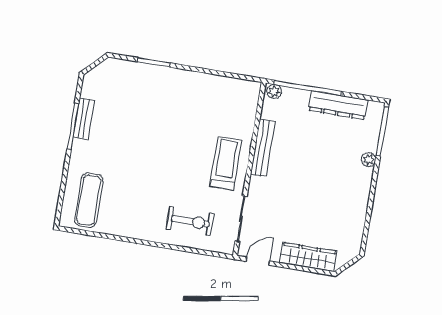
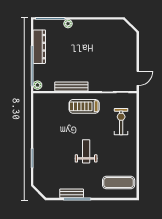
weight bench: (150, 154) -> (86, 151), added
wardrobe: (308, 257) -> (130, 49), removed
door: (258, 261) -> (138, 78), swing flipped

